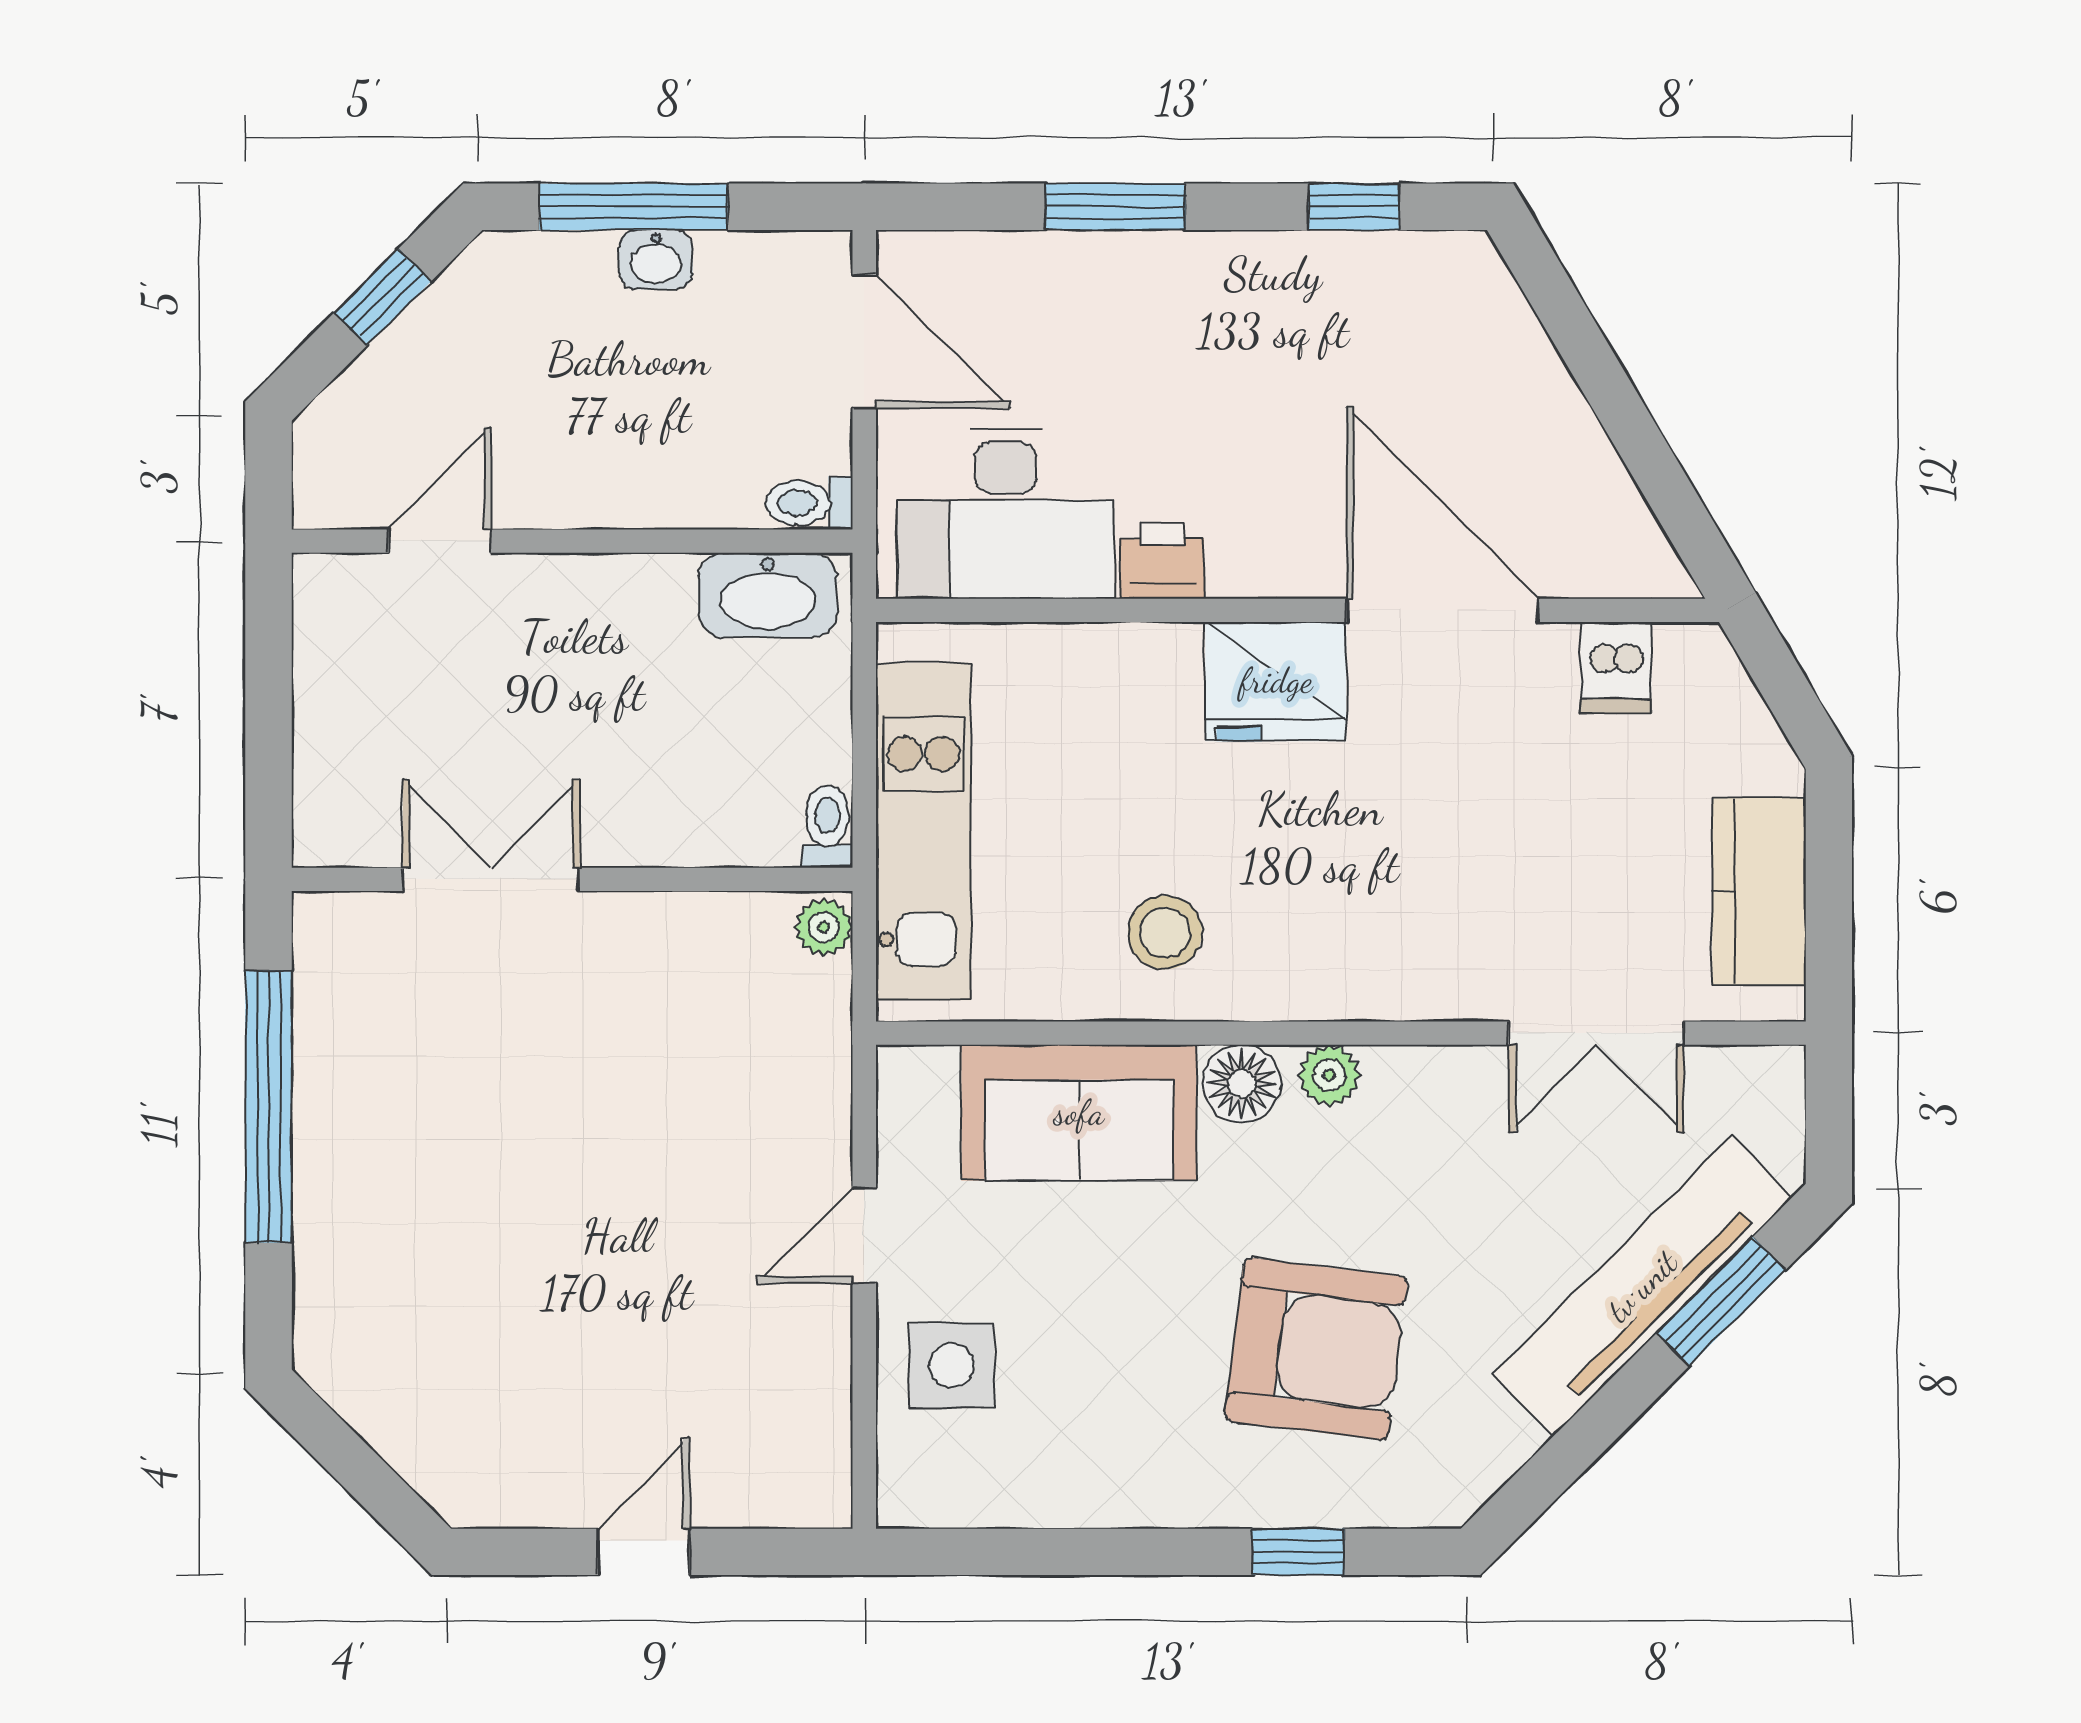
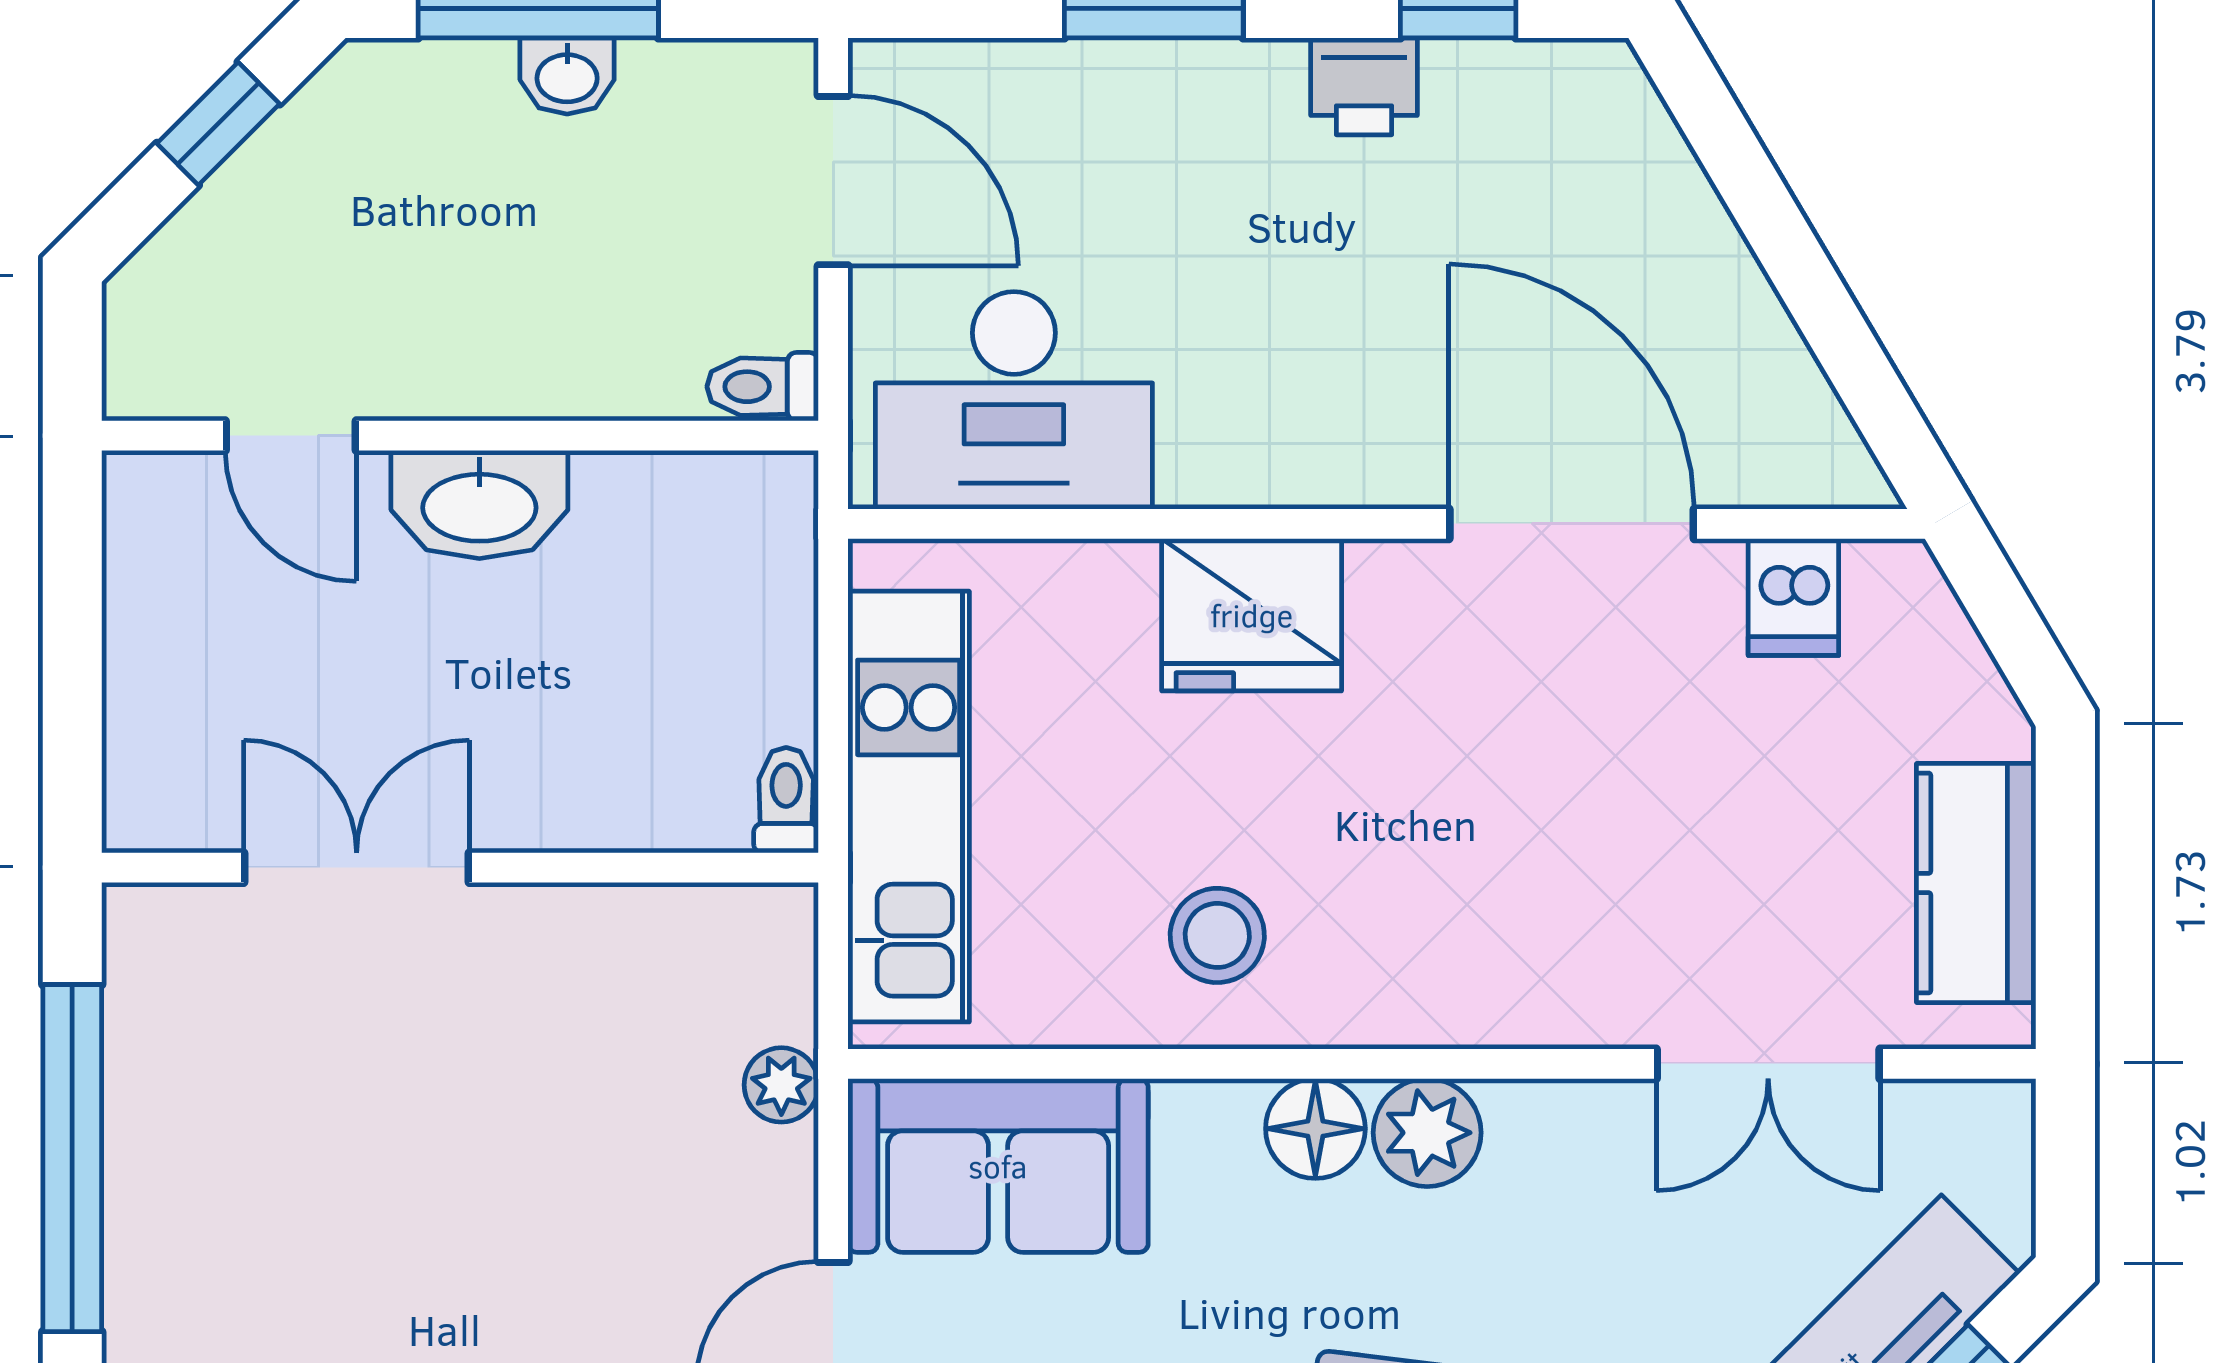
door: (440, 541) -> (291, 436), swing flipped
printer: (1162, 561) -> (1364, 86), moved, turned 180
washbasin: (768, 595) -> (479, 504), moved
fridge: (1276, 681) -> (1252, 615), moved
plant: (824, 927) -> (781, 1085), moved
plant: (1329, 1075) -> (1427, 1133), width x1.38, depth x1.38
sofa: (1079, 1113) -> (998, 1166), moved

